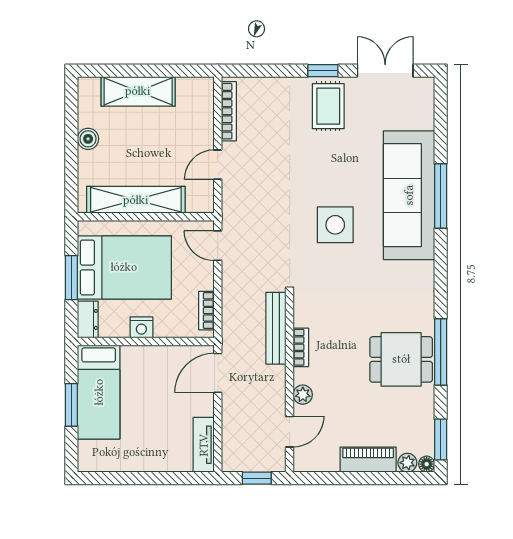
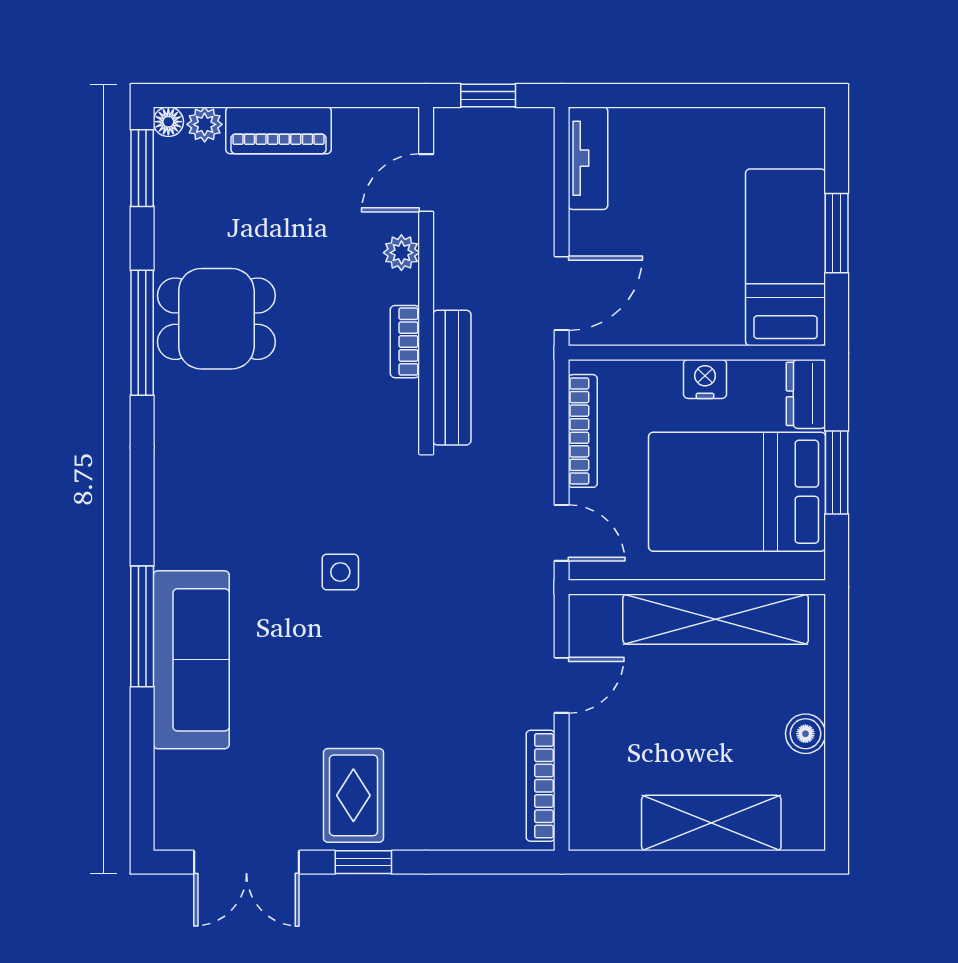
sofa: (409, 195) -> (191, 660), width x0.74, depth x0.79
side table: (335, 225) -> (340, 572), width x0.54, depth x0.54
bookcase: (206, 311) -> (583, 431), width x1.56

